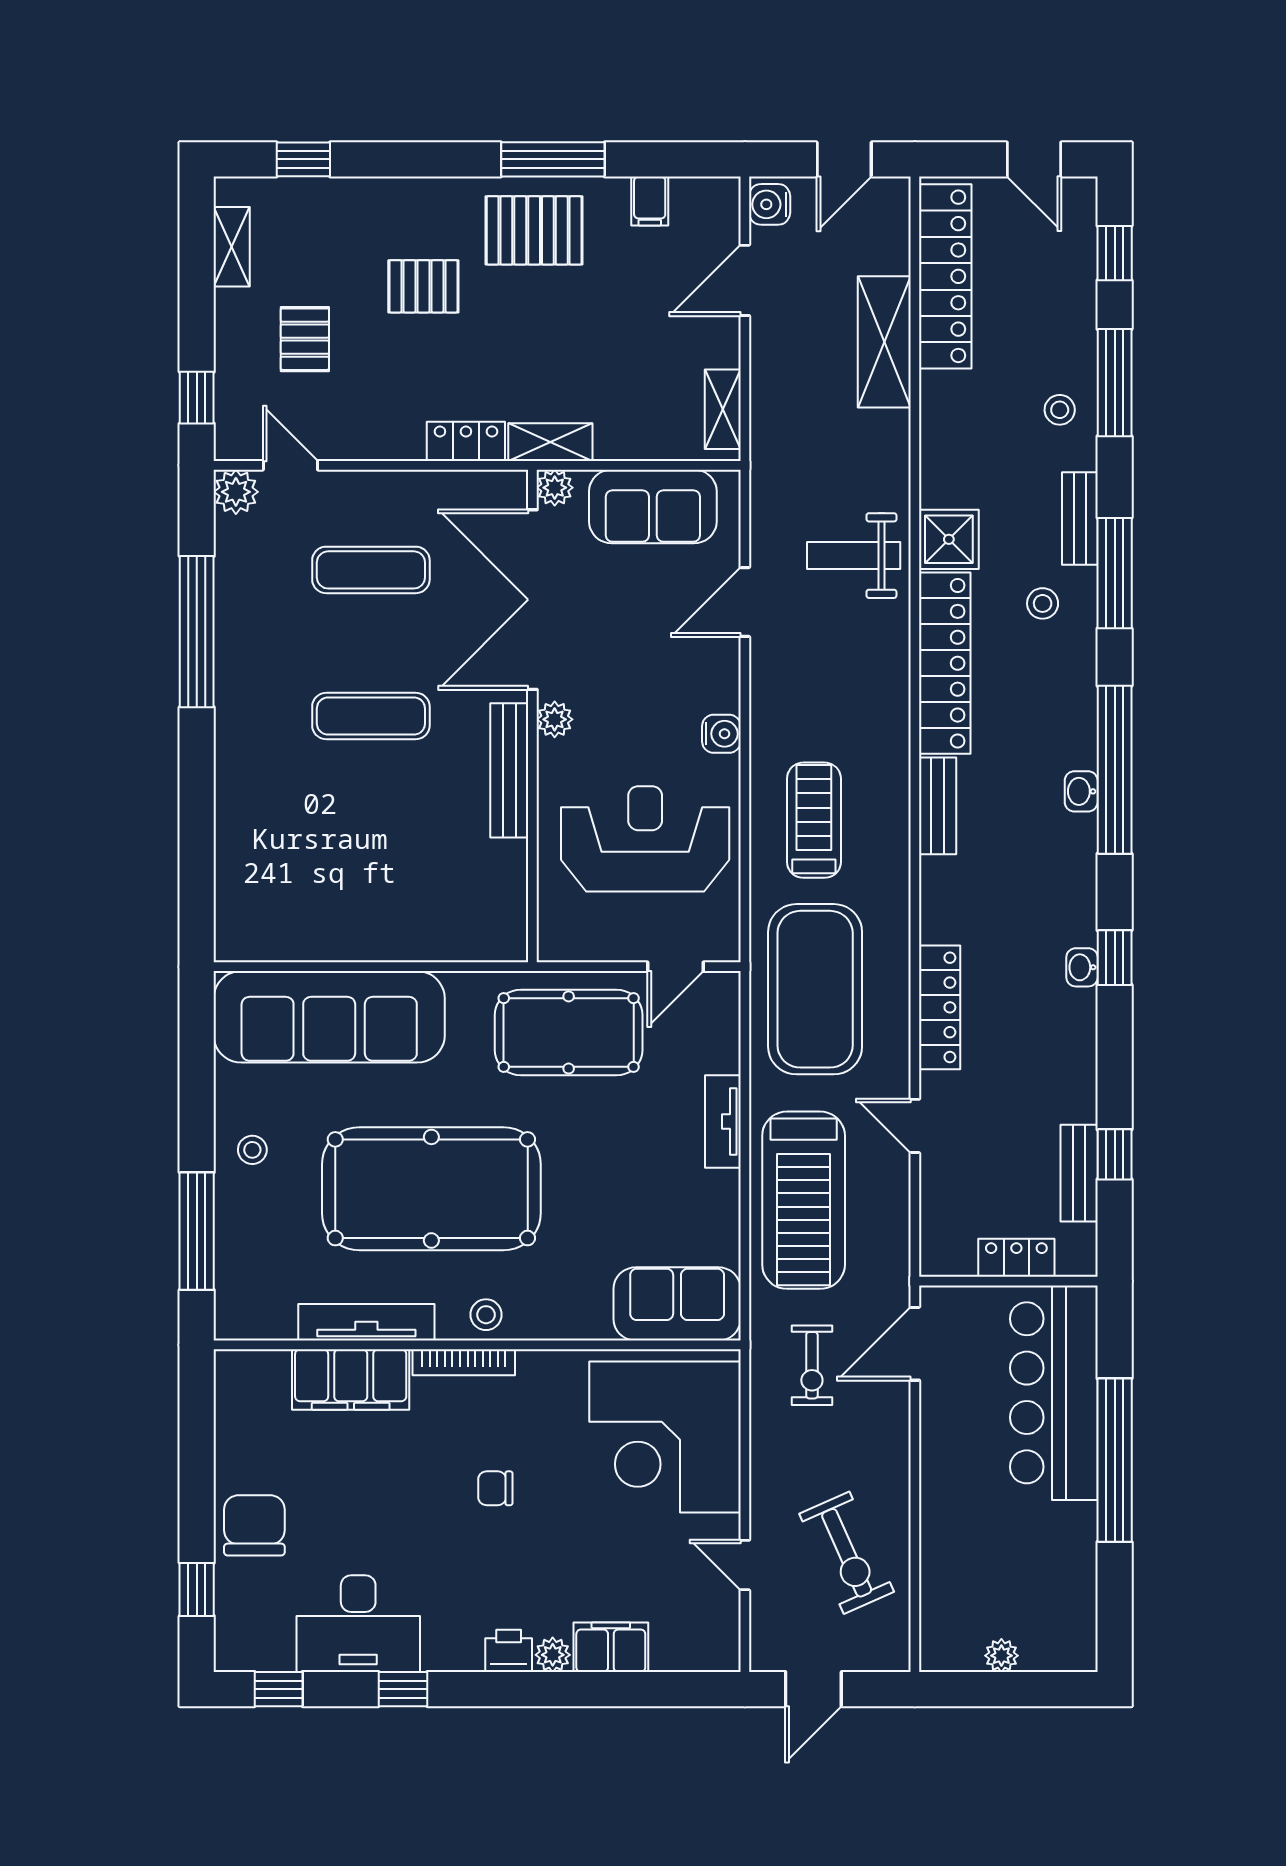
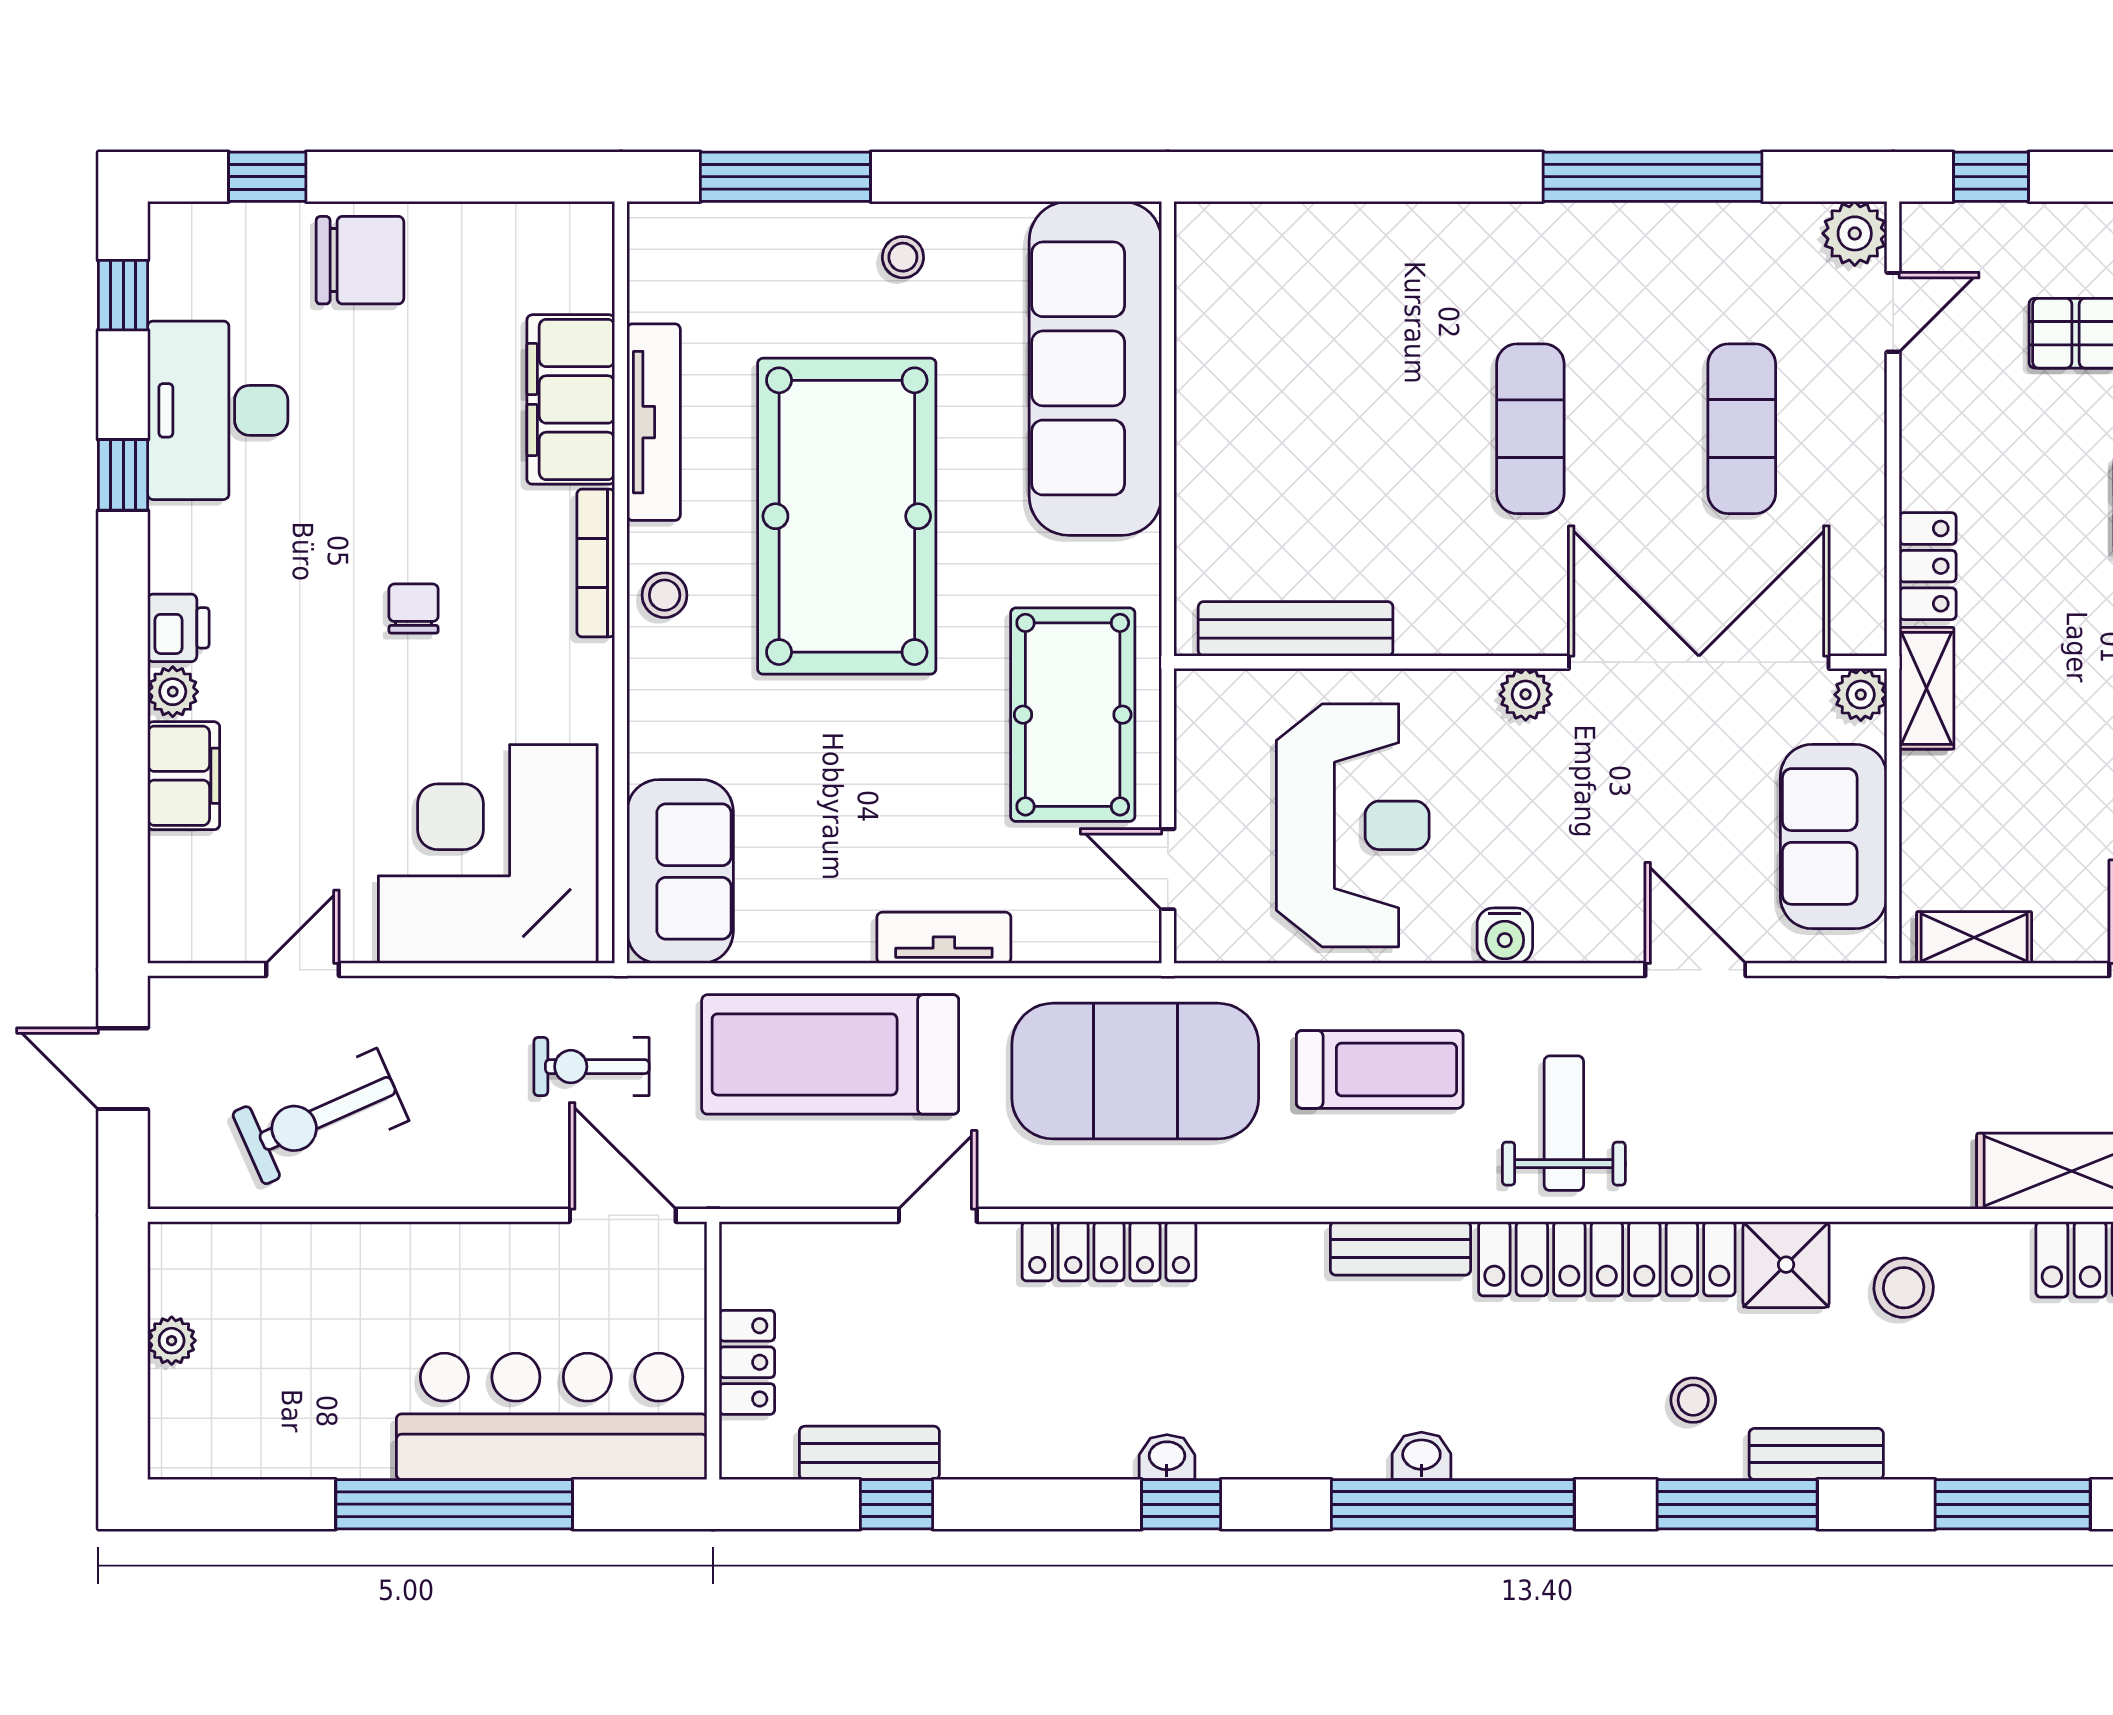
stool: (1060, 410) -> (1904, 1288), moved, width x1.37, depth x1.37
weight bench: (854, 556) -> (1564, 1123), moved
bench: (509, 770) -> (1296, 629), moved

